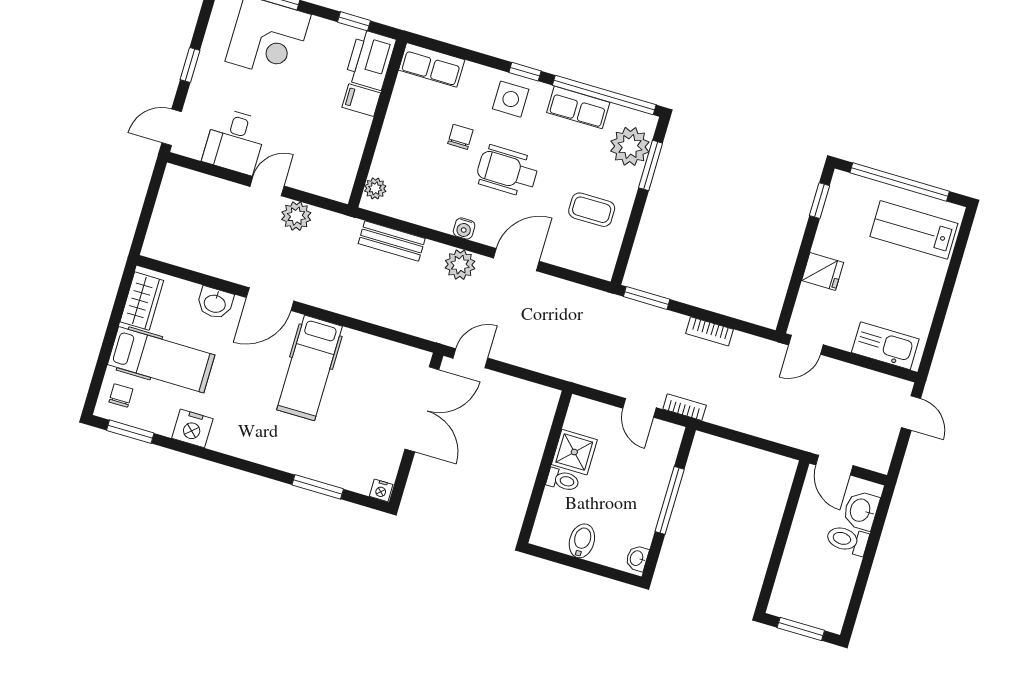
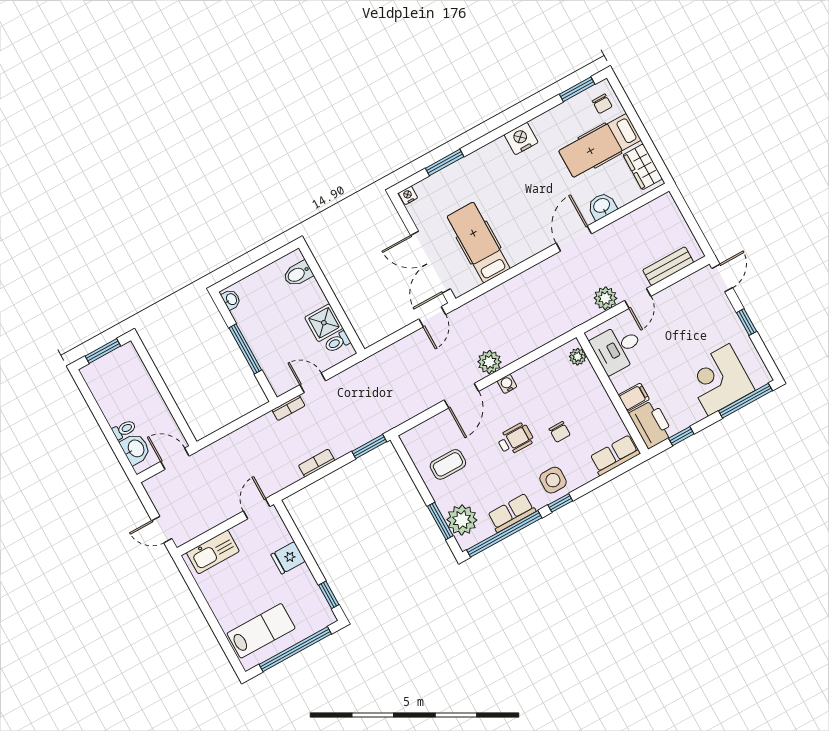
desk: (235, 141) -> (618, 348), moved, turned -90
wheelchair: (507, 171) -> (515, 439), width x0.73, depth x0.73
bench: (392, 241) -> (668, 266), moved
hospital bed: (310, 368) -> (479, 243), moved
nightstand: (192, 428) -> (521, 138), moved
toilet: (563, 480) -> (337, 342), moved
toilet: (847, 540) -> (124, 429), width x0.73, depth x0.72
bidet: (582, 541) -> (298, 274), moved, turned 90

